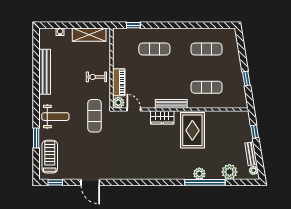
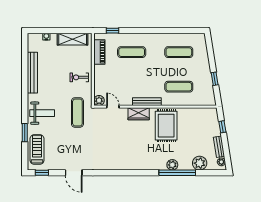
piano: (119, 82) -> (99, 52), moved

